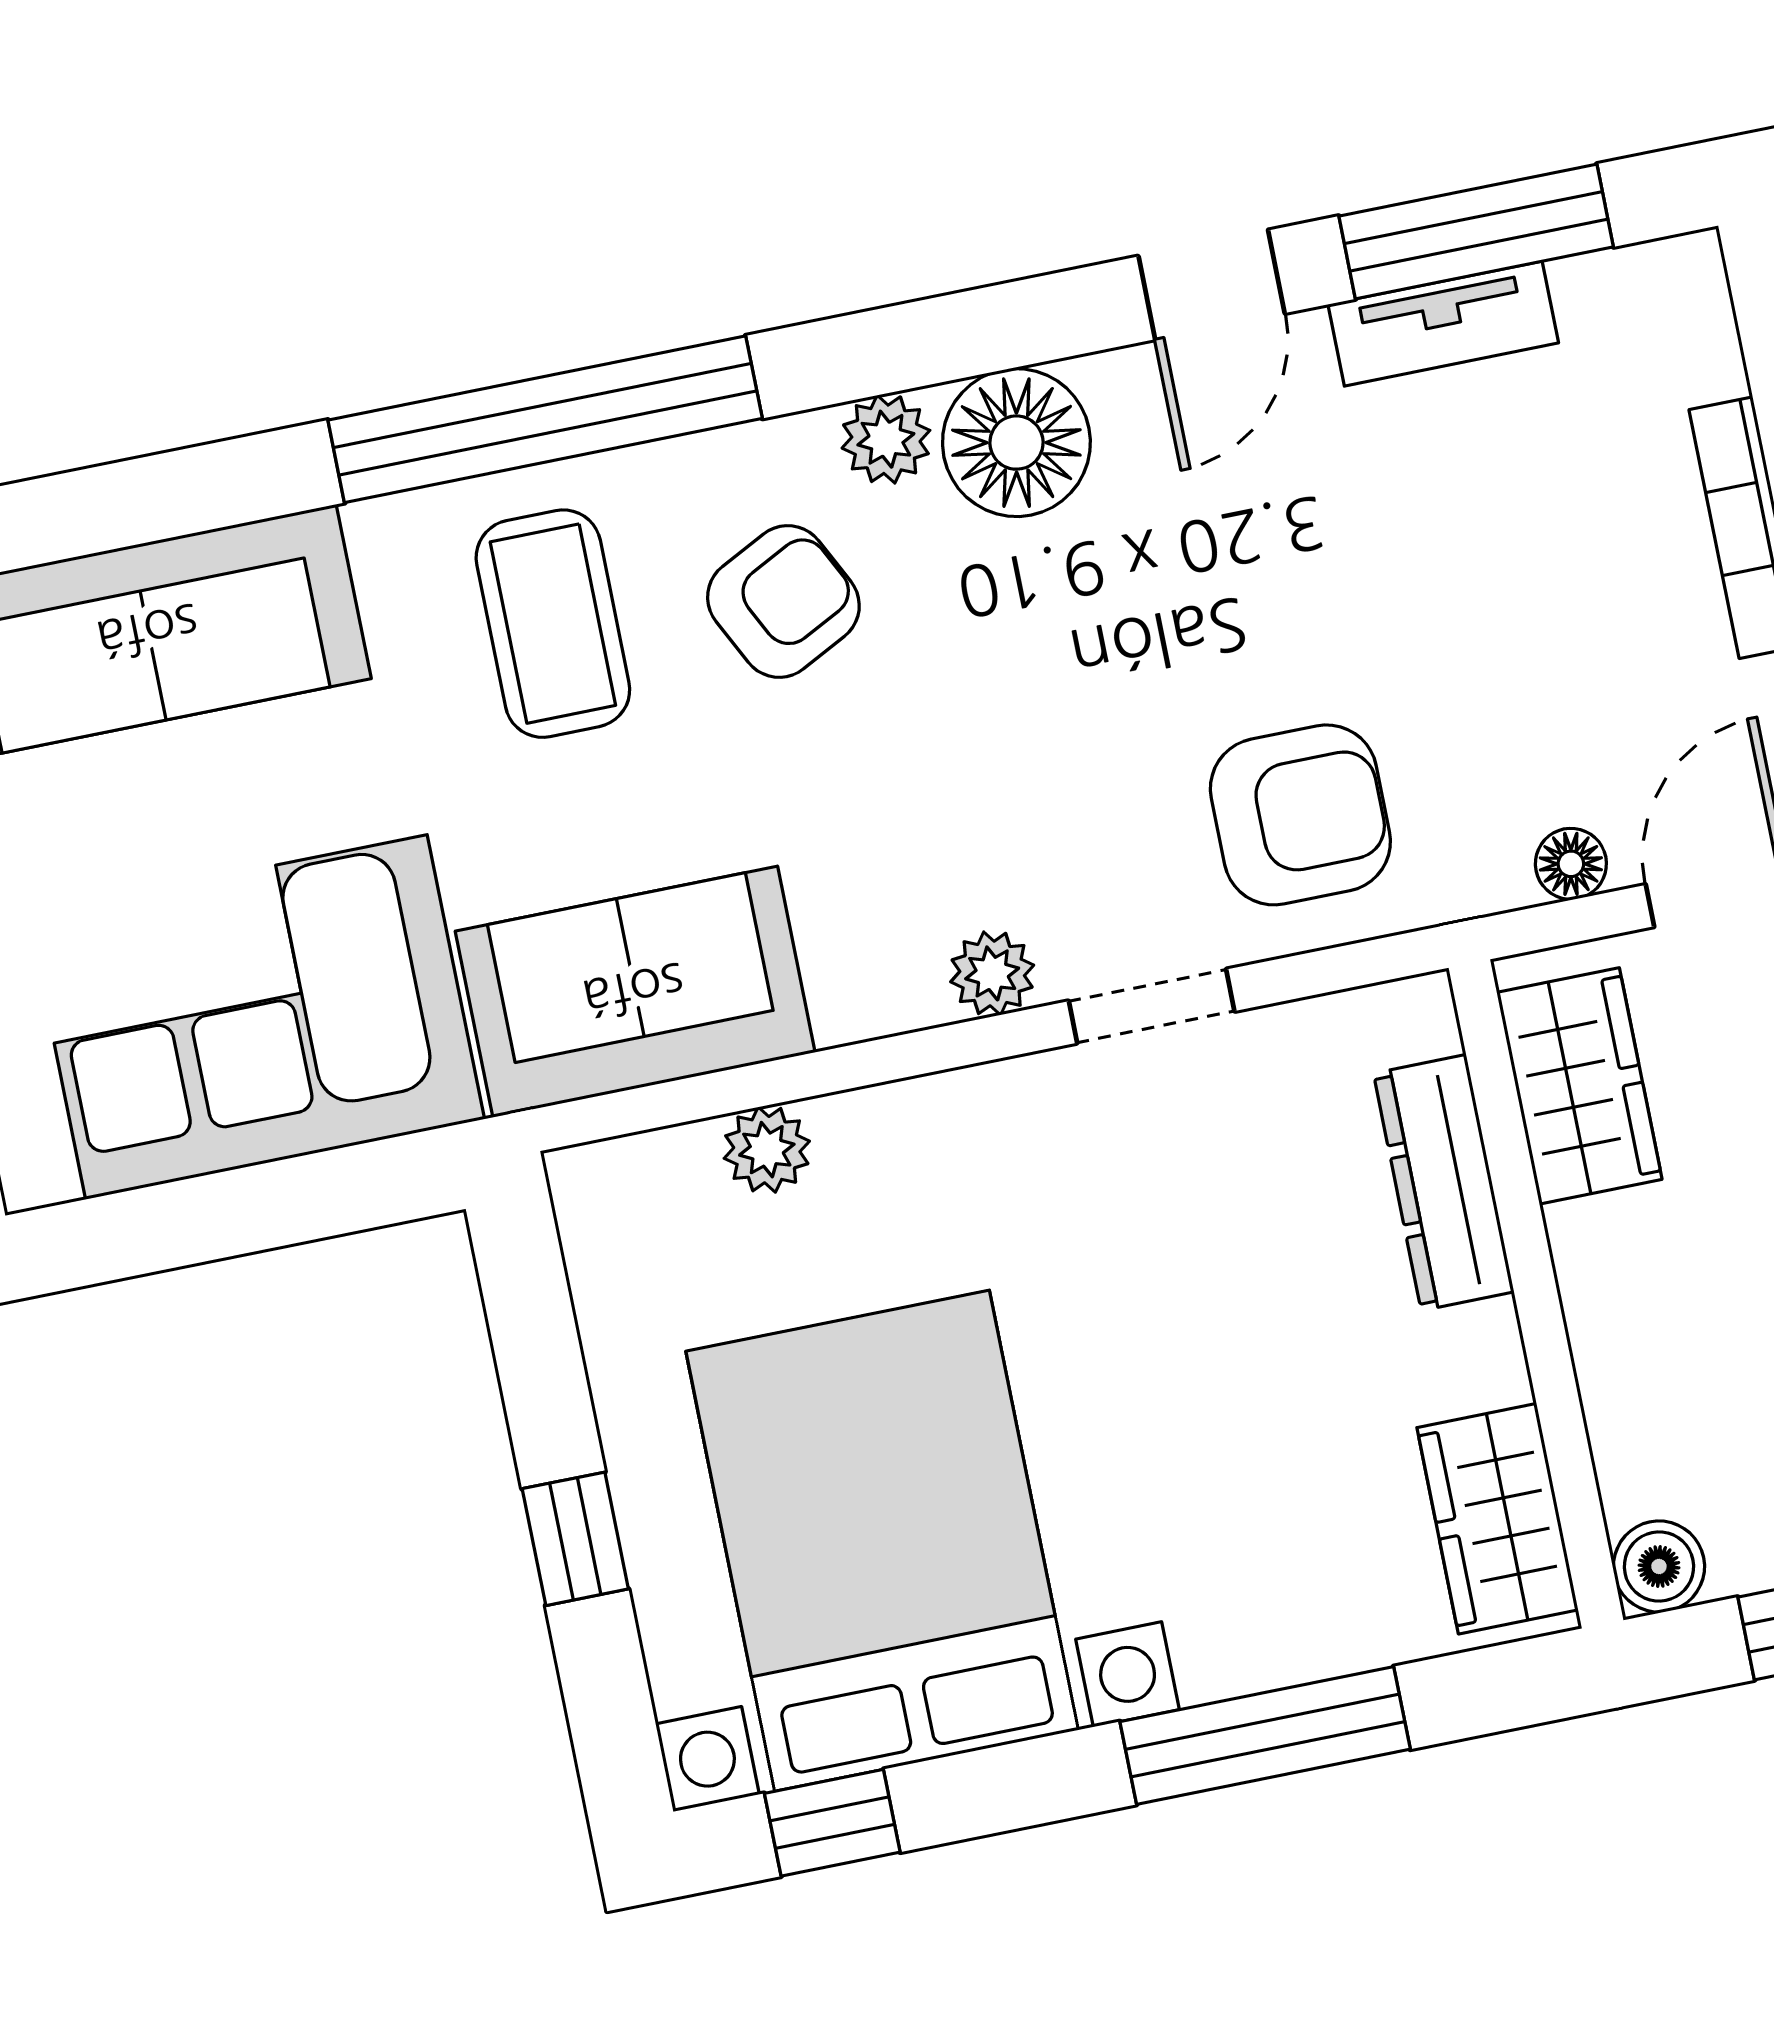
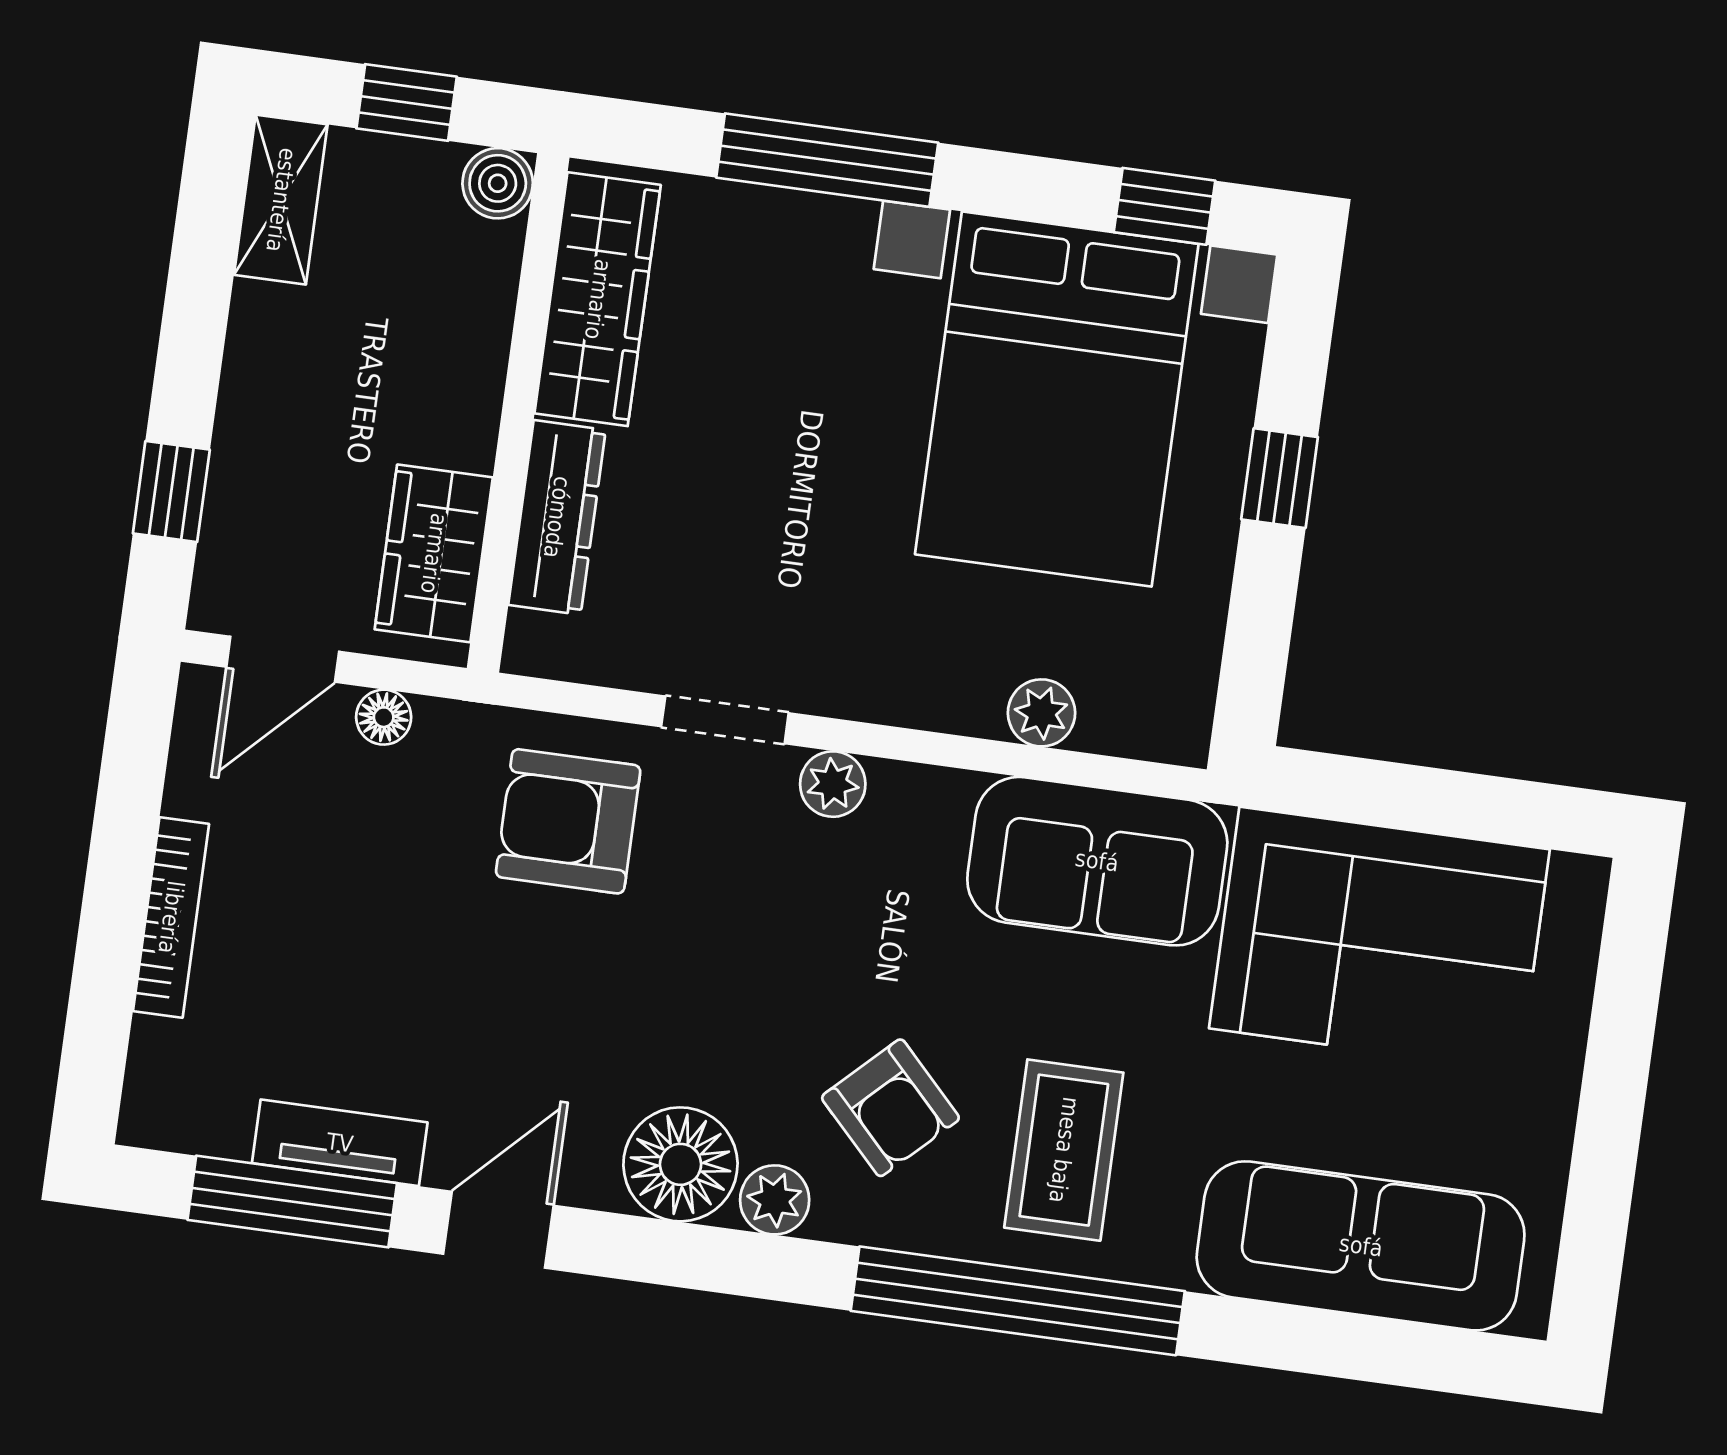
armchair: (783, 601) -> (890, 1108), turned -107
wardrobe: (1498, 1519) -> (598, 299), width x1.50

